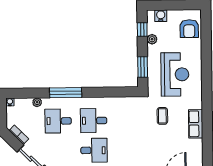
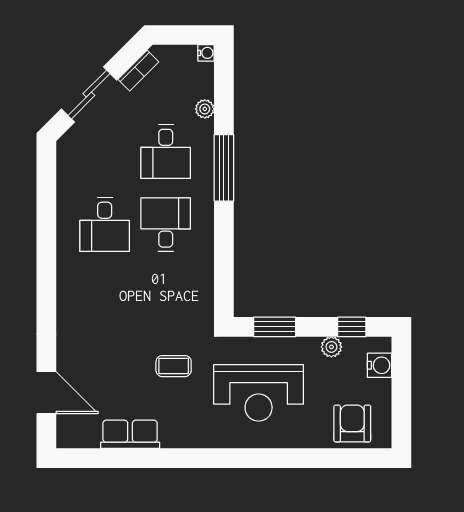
armchair: (189, 29) -> (352, 423), turned 90
desk: (58, 121) -> (166, 152), turned 180
row of seats: (196, 124) -> (130, 434), moved

